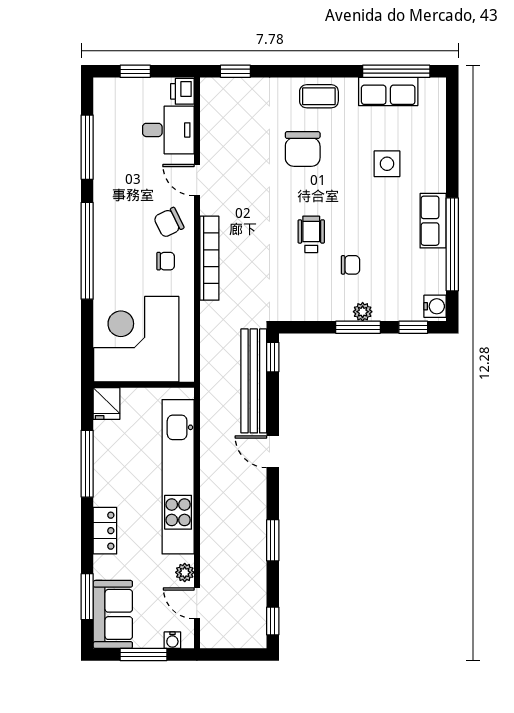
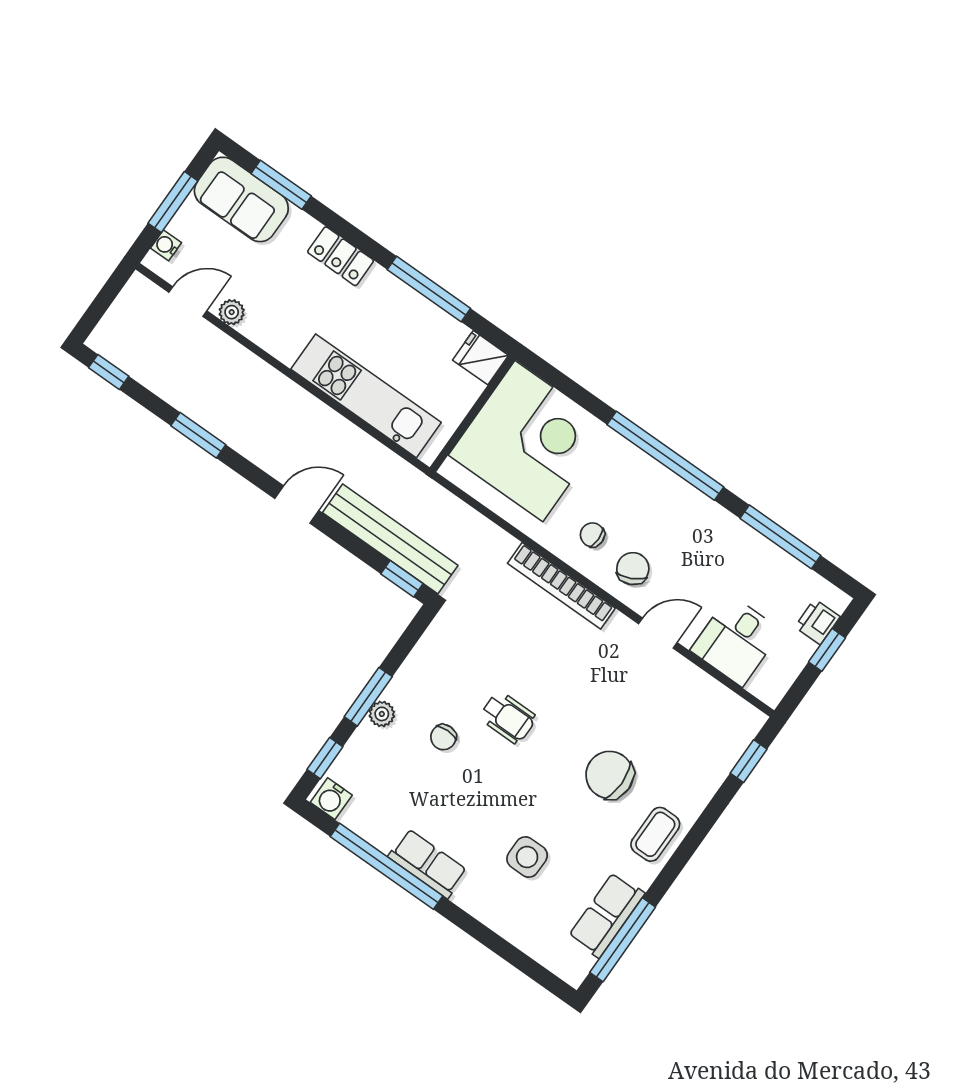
printer: (182, 91) -> (817, 622), moved, turned -90
chair: (166, 261) -> (592, 535), turned 90
kitchen unit: (178, 477) -> (366, 396), width x0.73

